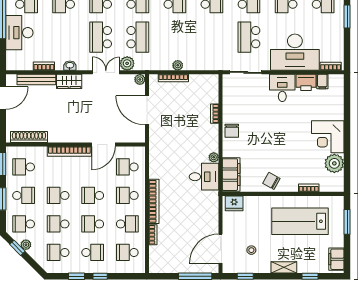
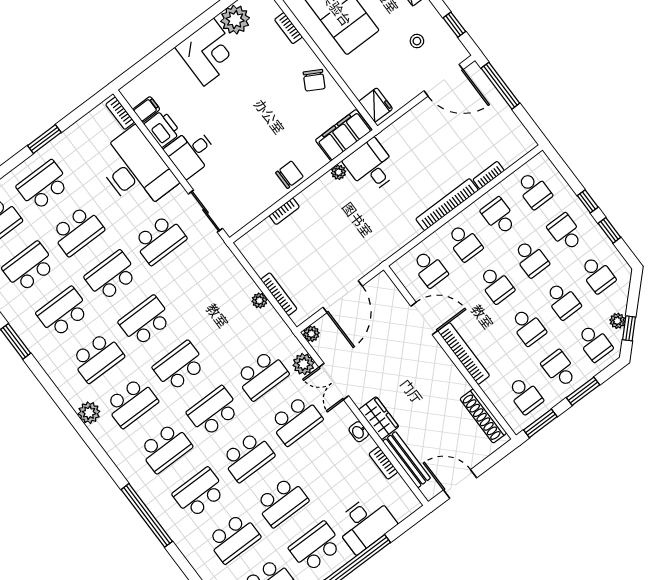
school desk: (138, 37) -> (262, 375), turned 180

